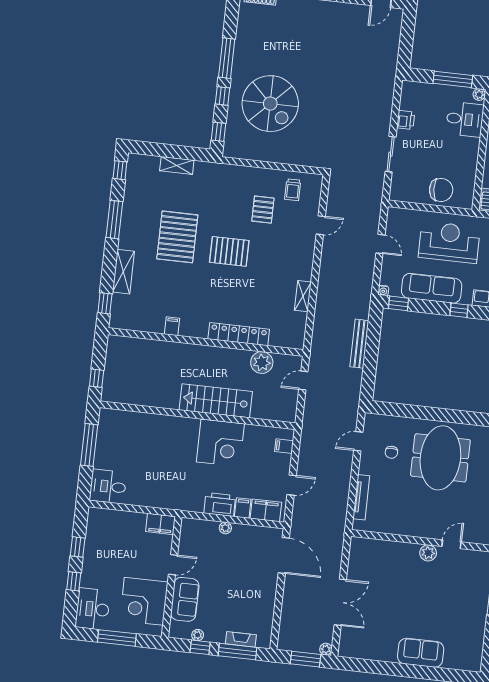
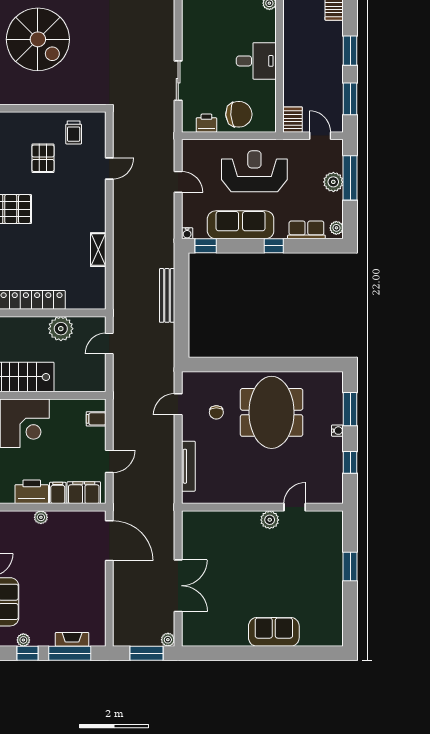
desk: (465, 119) -> (256, 61), moved
printer: (406, 120) -> (206, 123), moved, turned -90

